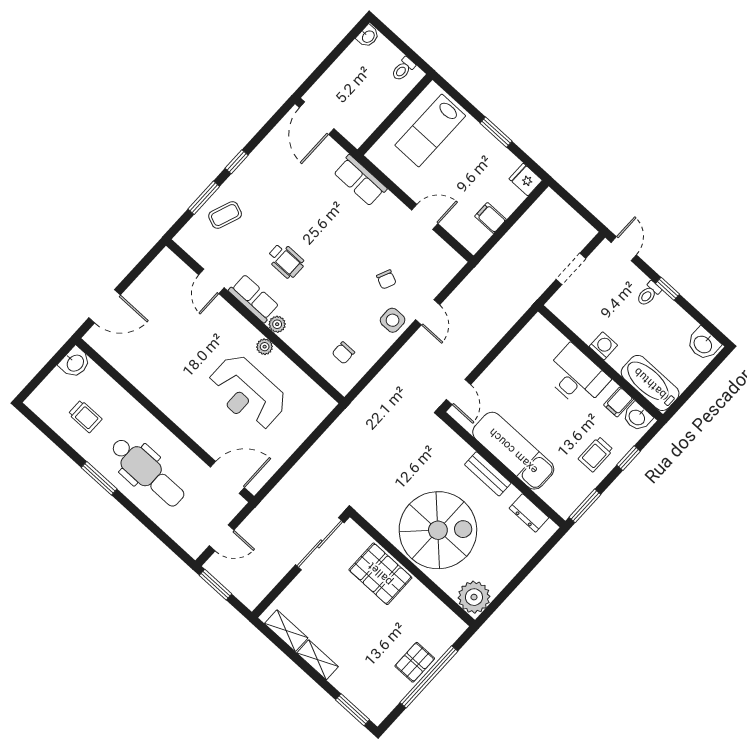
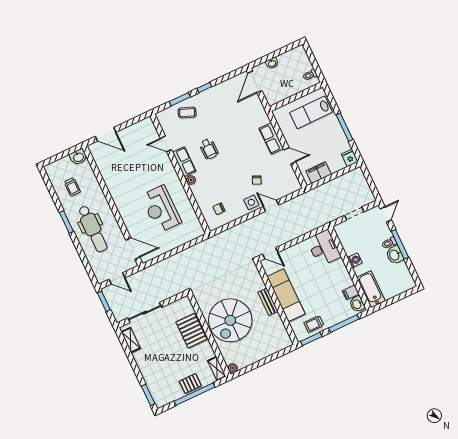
washbasin: (368, 36) -> (272, 63), moved
window: (496, 132) -> (345, 127), width x1.44
row of seats: (360, 180) -> (271, 138), moved
filing cabinet: (490, 218) -> (319, 173), width x2.00
door: (211, 281) -> (166, 144), hinge flipped
window: (668, 289) -> (400, 244), width x2.17
door: (428, 312) -> (271, 206), swing flipped
washbasin: (703, 344) -> (395, 255), moved
plant: (265, 347) -> (180, 189), removed
desk: (576, 377) -> (324, 248), moved
door: (459, 392) -> (270, 253), hinge flipped
trolley: (596, 454) -> (314, 324), moved
window: (629, 458) -> (344, 323), width x2.17
dresser: (529, 513) -> (281, 331), removed
spiral stairs: (438, 530) -> (230, 320), turned 90
sliding door: (320, 544) -> (145, 313), moved
plant: (474, 597) -> (233, 368), width x0.53, depth x0.53
shelving: (318, 660) -> (217, 369), moved

